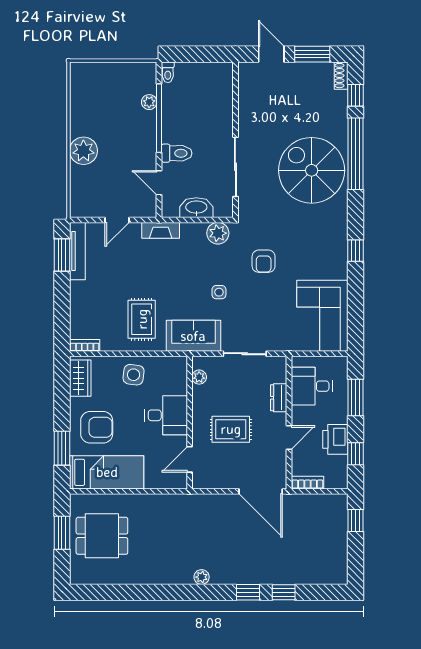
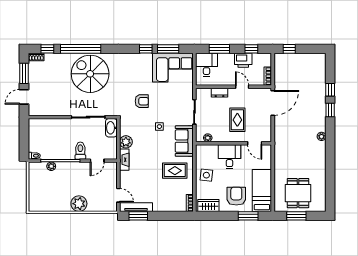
spiral stairs: (312, 170) -> (90, 74), turned 90
washbasin: (196, 208) -> (111, 128), moved
door: (117, 220) -> (118, 195), moved
plant: (218, 233) -> (126, 142), moved
window: (355, 251) -> (146, 49), moved
window: (355, 308) -> (168, 49), added
desk: (312, 386) -> (206, 65), moved, turned 180

